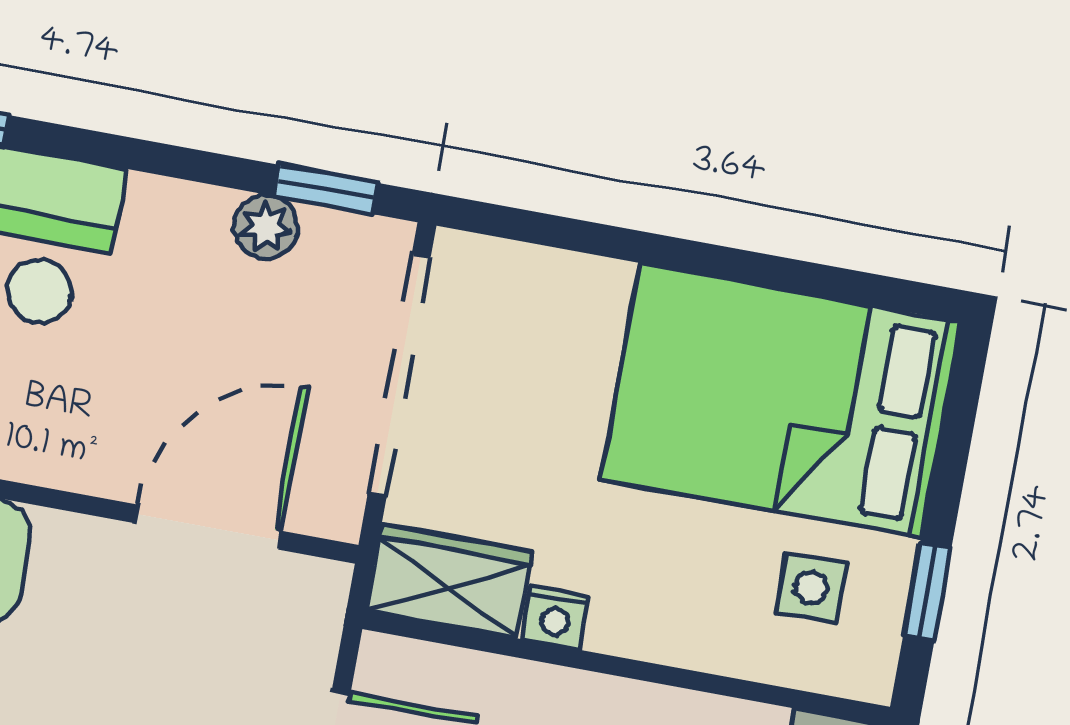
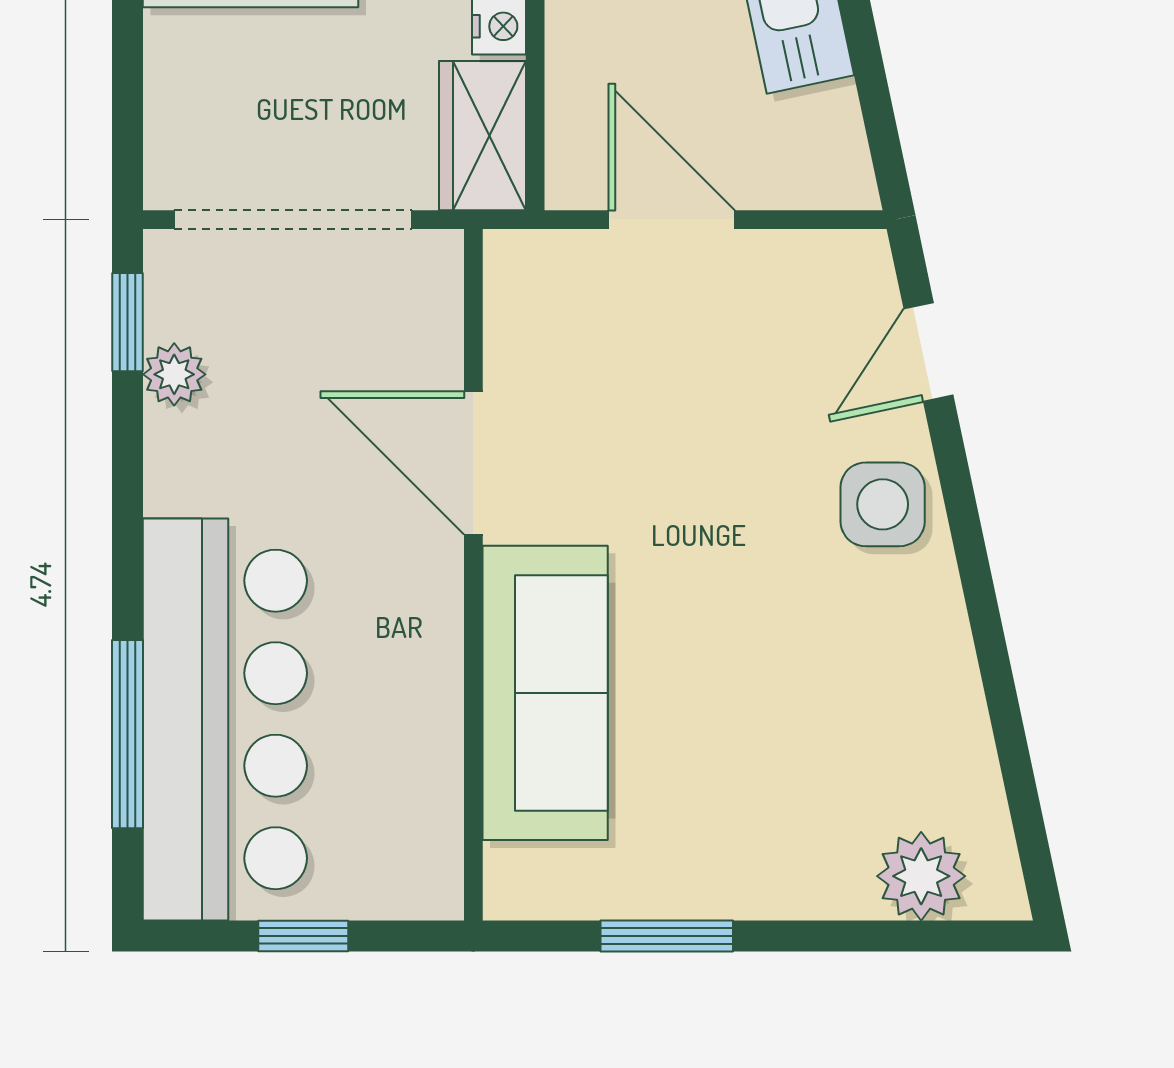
door: (208, 527) -> (473, 463), moved

